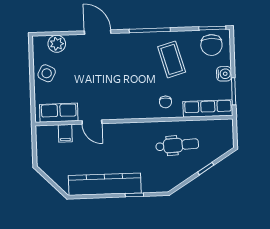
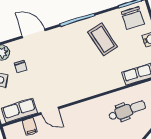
chair: (165, 102) -> (21, 67), moved

